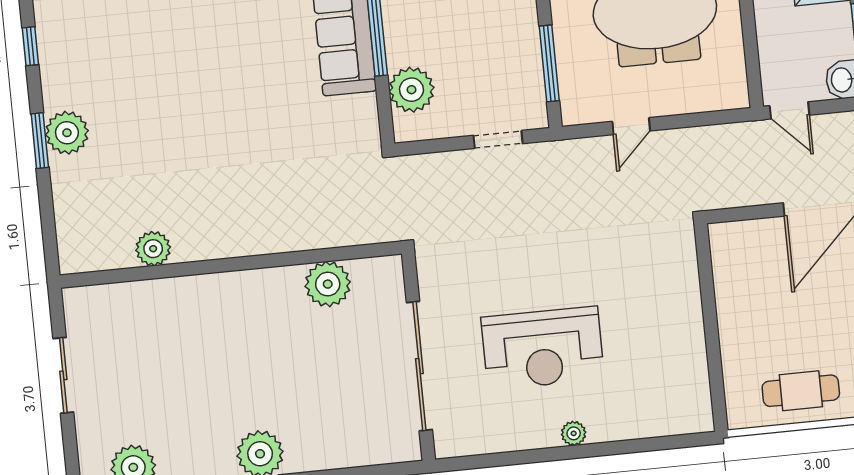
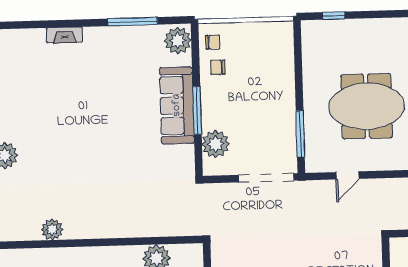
doorway: (498, 139) -> (266, 178), width x1.88

